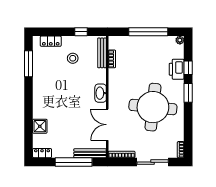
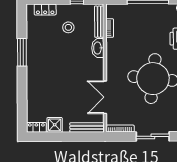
window: (28, 64) -> (22, 52), moved
washbasin: (101, 93) -> (98, 48), moved
shower: (40, 126) -> (55, 125), moved
window: (74, 162) -> (70, 137), removed

